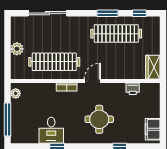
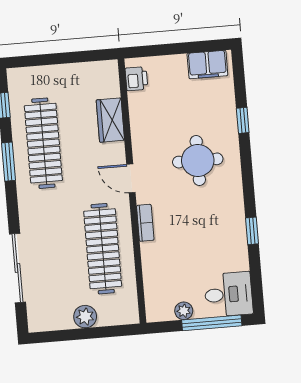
wardrobe: (153, 67) -> (110, 120), moved, turned 90
printer: (133, 89) -> (136, 79), moved
plant: (16, 93) -> (184, 311), moved
desk: (51, 130) -> (228, 294), moved

